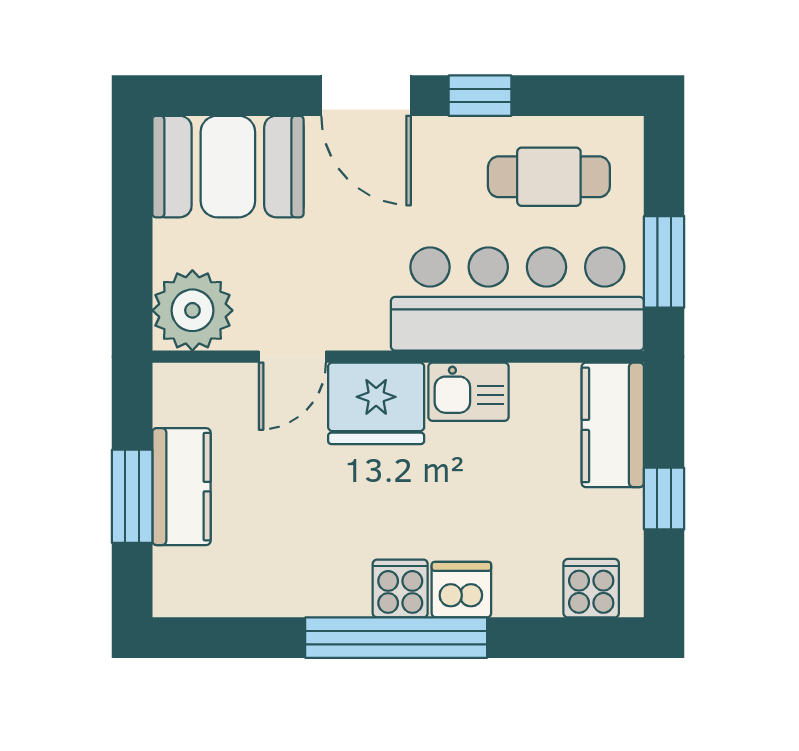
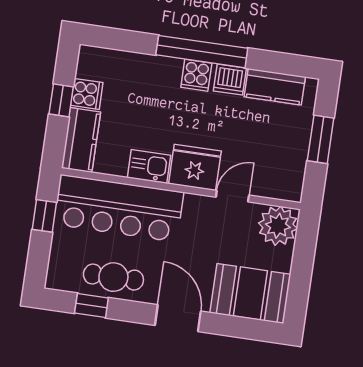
window: (480, 96) -> (91, 306), moved
cafe table: (549, 177) -> (113, 277), moved
window: (664, 262) -> (44, 216), width x0.67
kitchen counter: (181, 487) -> (275, 87), moved, turned -90
cooker: (591, 588) -> (87, 94), moved, turned -90
dishwasher: (461, 590) -> (230, 80), moved

